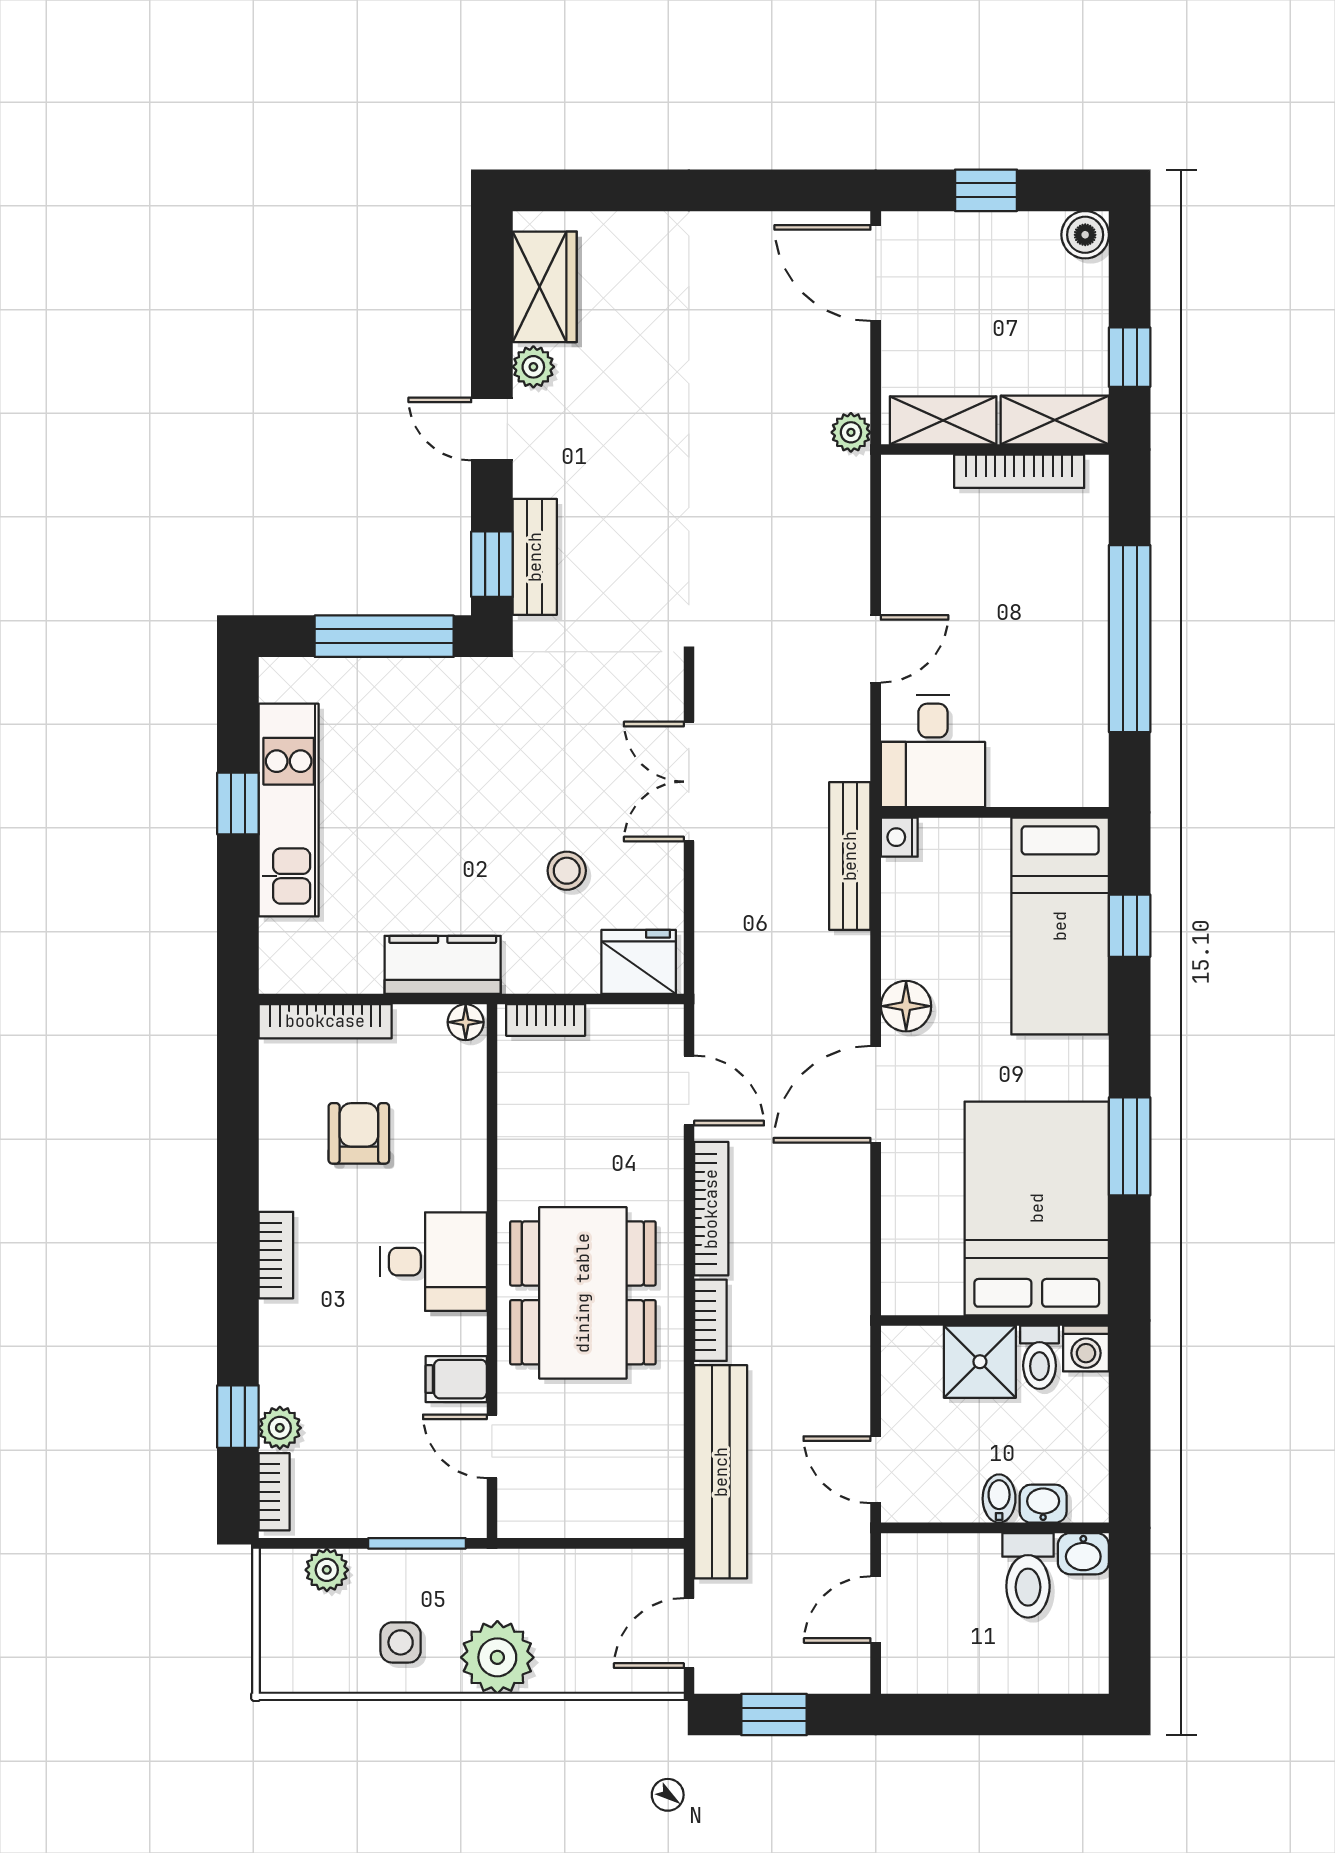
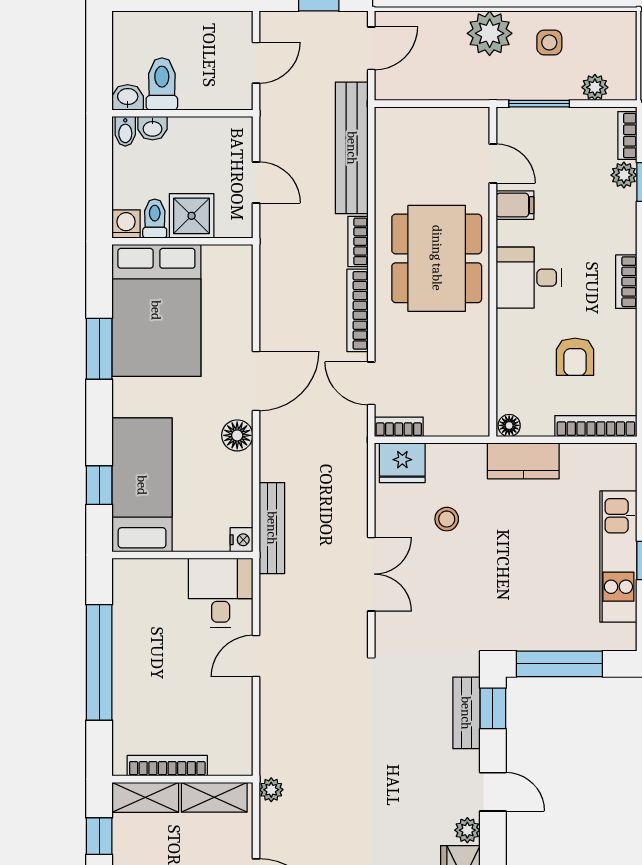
bookcase: (546, 1020) -> (399, 427), moved
door: (876, 1470) -> (256, 183), moved
bidet: (999, 1499) -> (125, 131), moved

